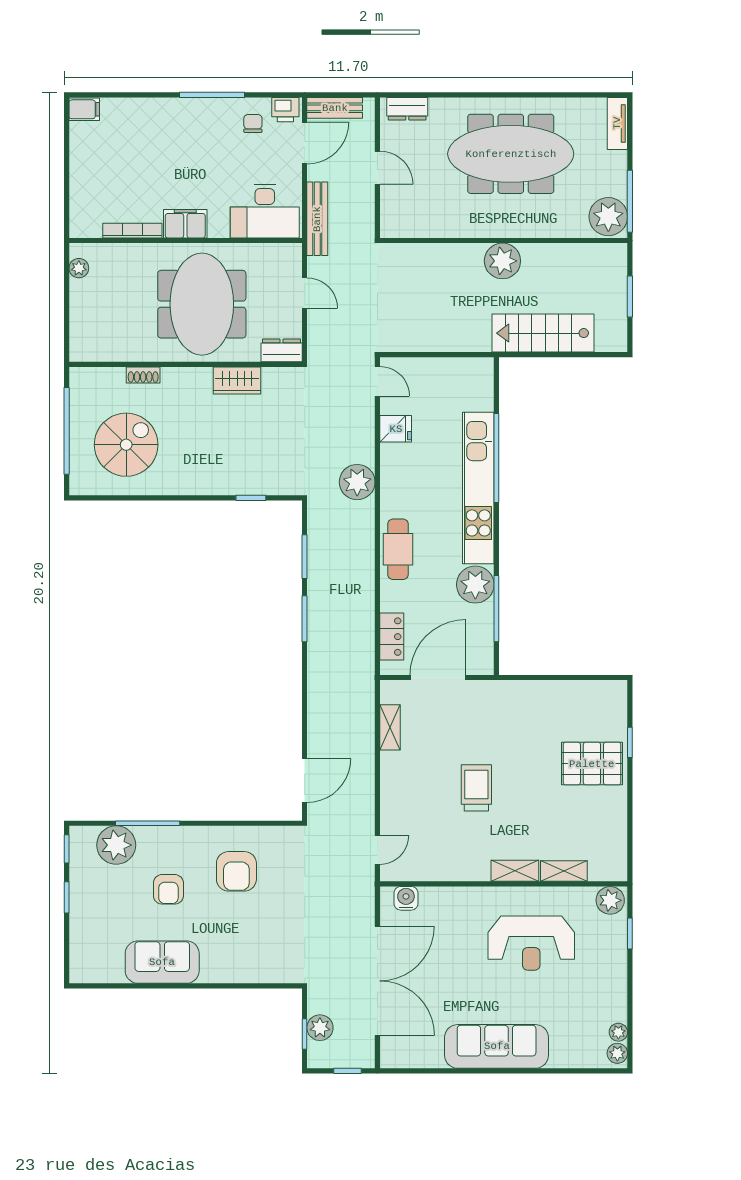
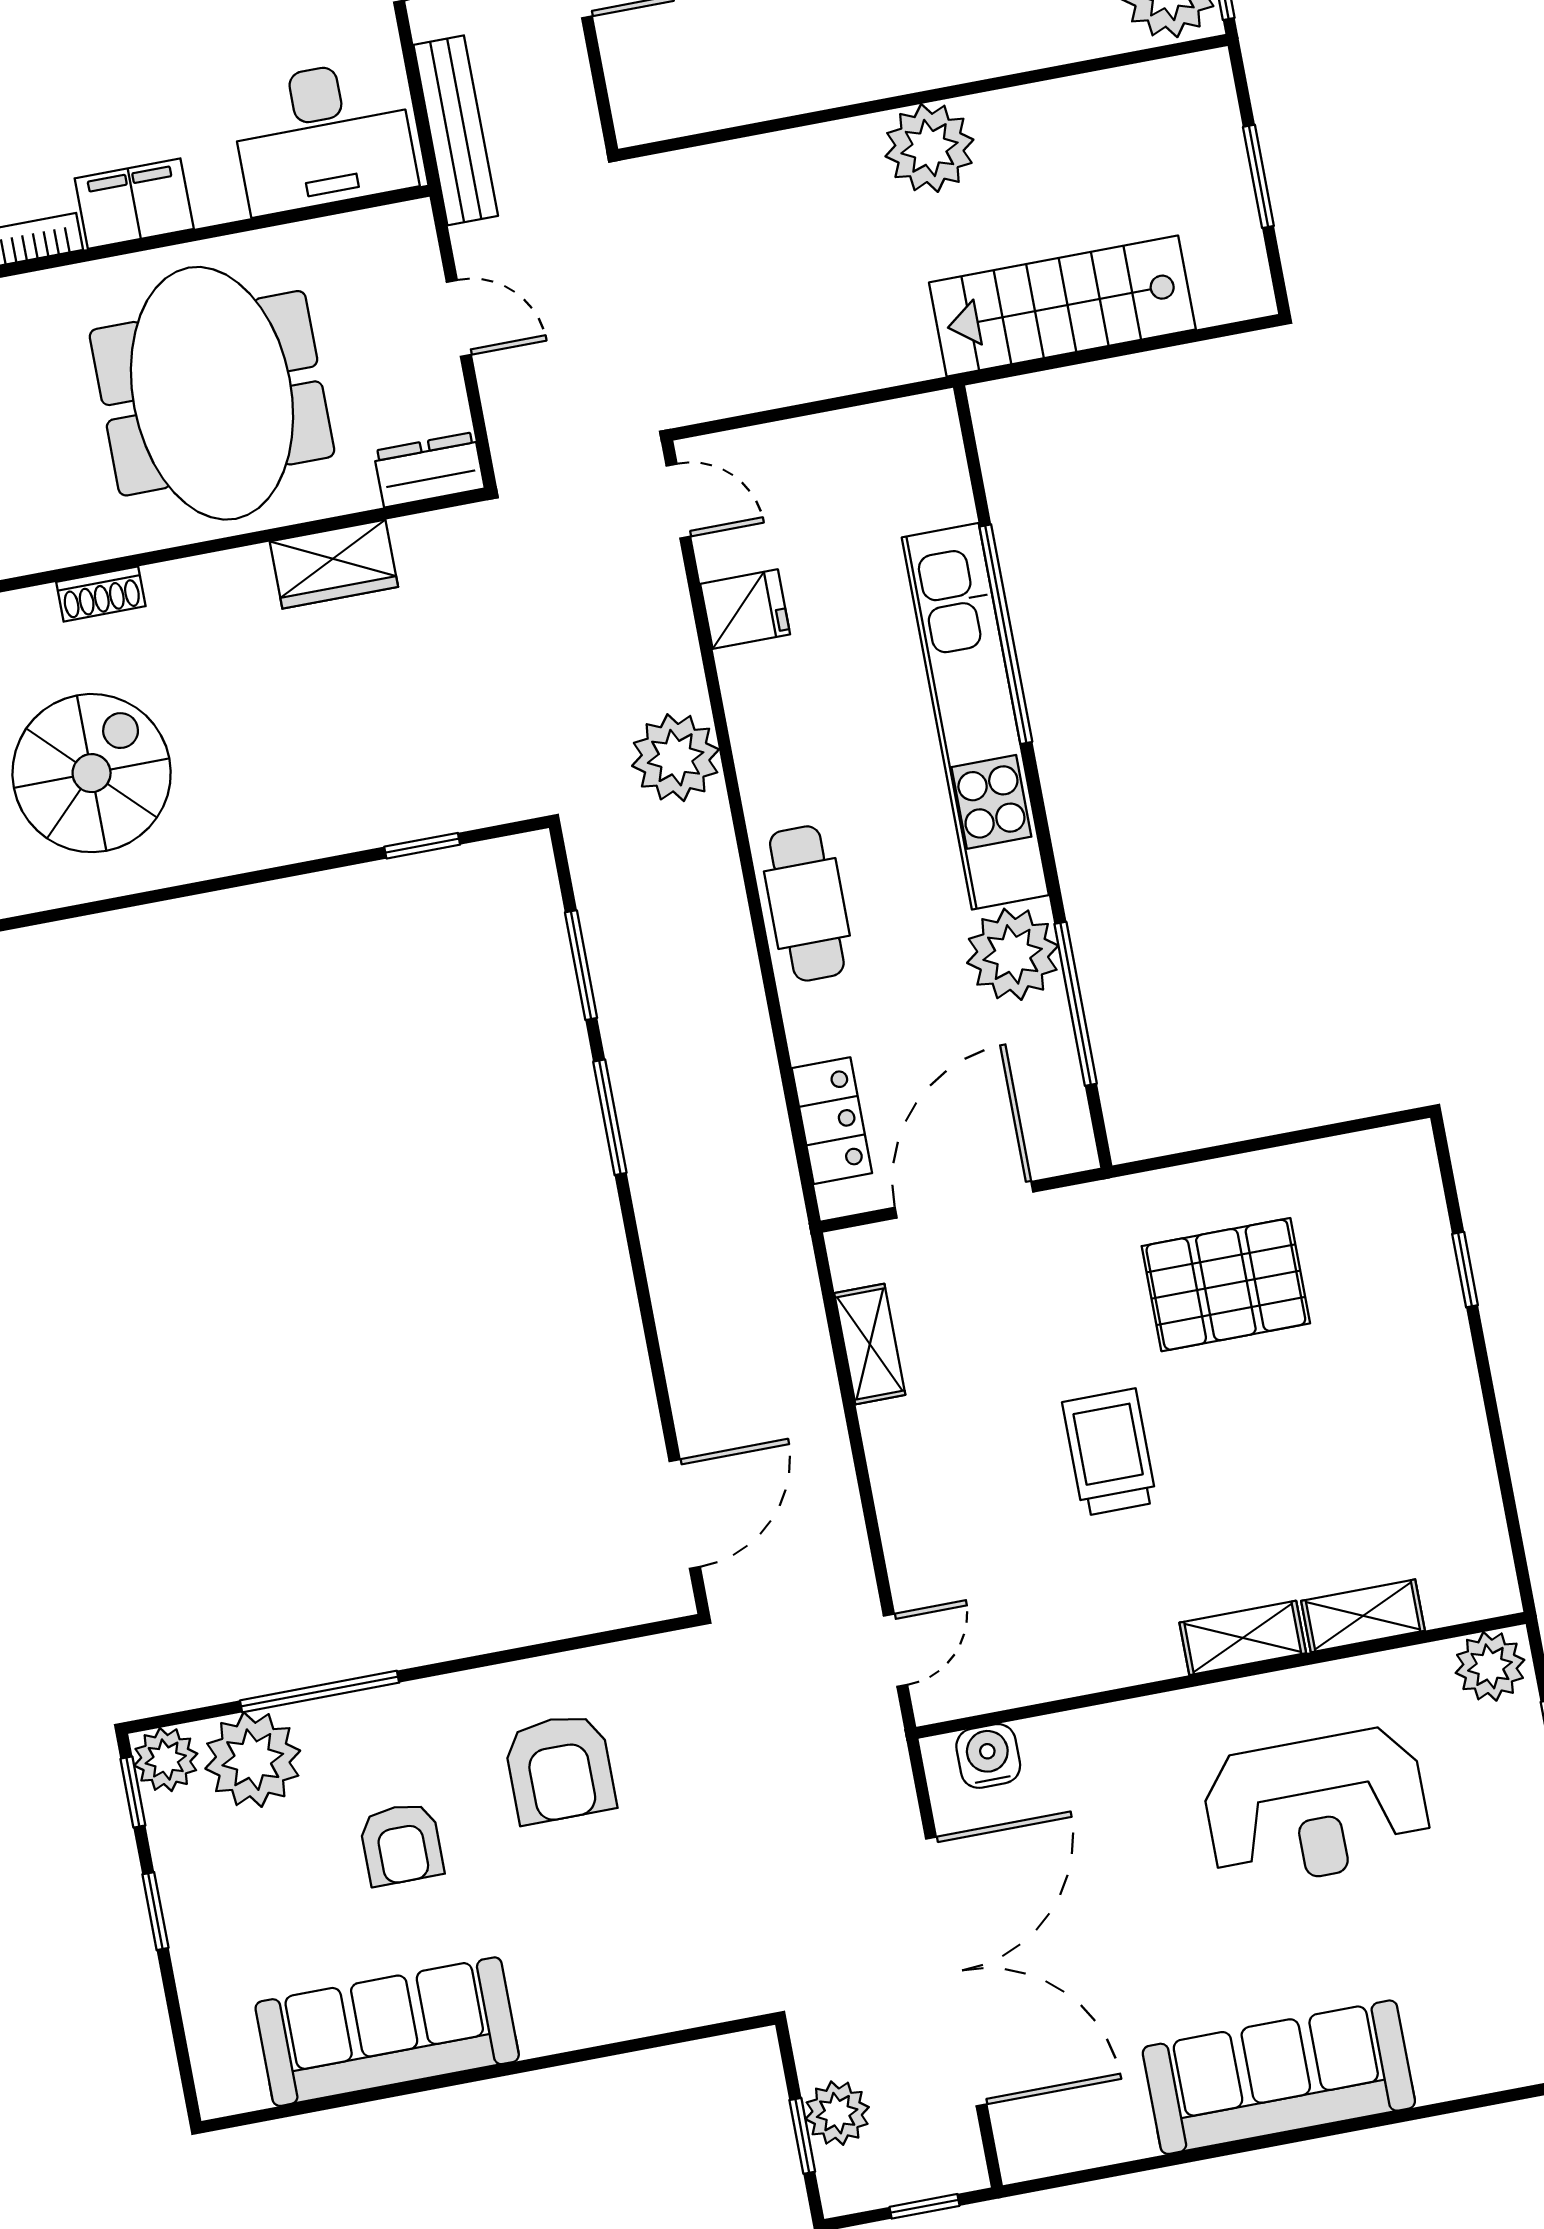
pallet: (592, 764) -> (1226, 1285), moved
plant: (82, 839) -> (166, 1760), added
sofa: (162, 962) -> (387, 2032), width x1.36

